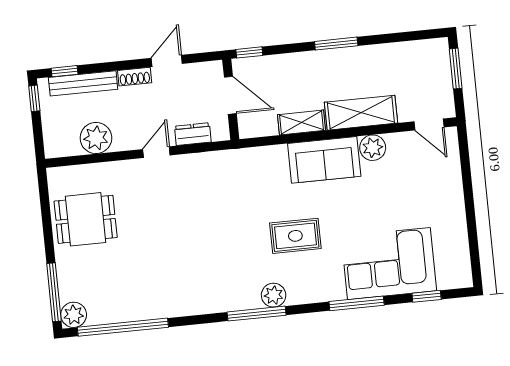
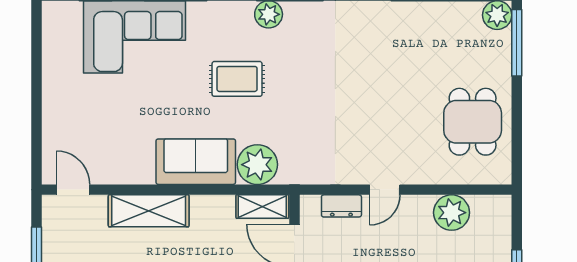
shelving: (302, 122) -> (262, 207), moved
plant: (373, 148) -> (257, 165), moved, width x1.36, depth x1.36
dining table: (86, 219) -> (473, 122), turned 90

